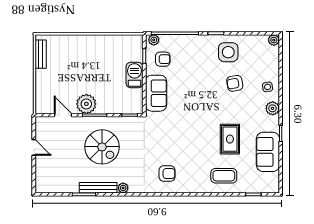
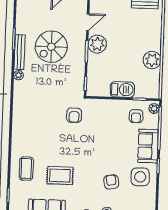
plant: (101, 44) -> (152, 60), added
sofa: (156, 93) -> (148, 146), moved, turned 90
spiral stairs: (102, 147) -> (51, 47), moved
armchair: (167, 174) -> (74, 115), moved

